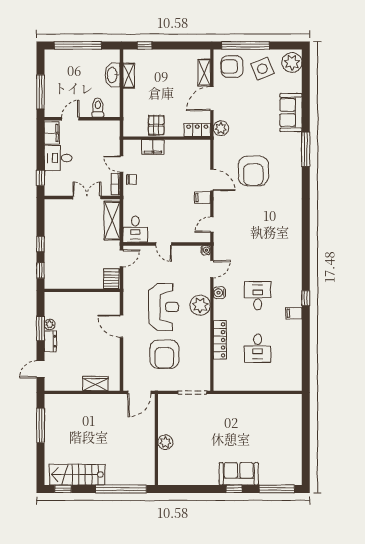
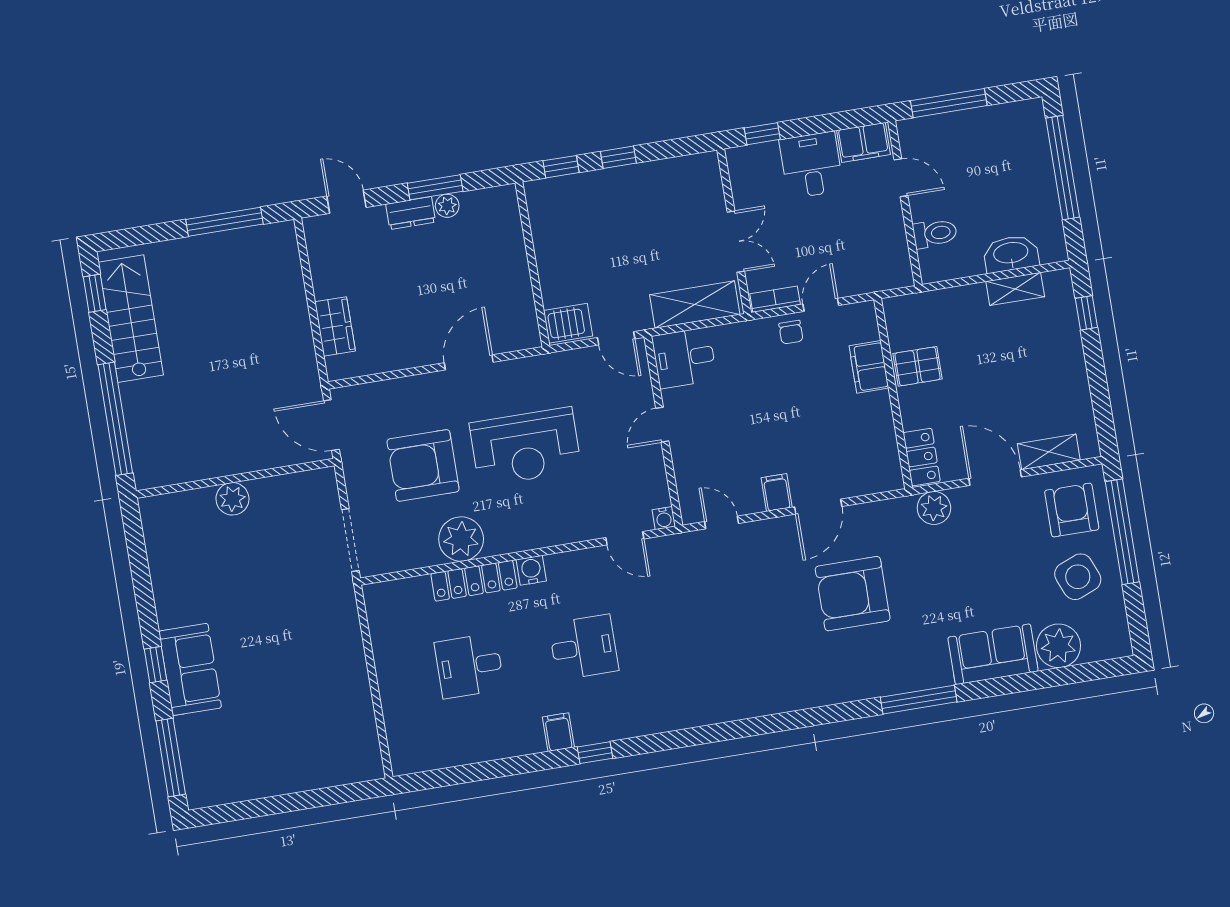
plant: (292, 63) -> (1058, 646), moved
water cooler: (219, 293) -> (531, 570), moved
plant: (200, 305) -> (461, 539), moved

